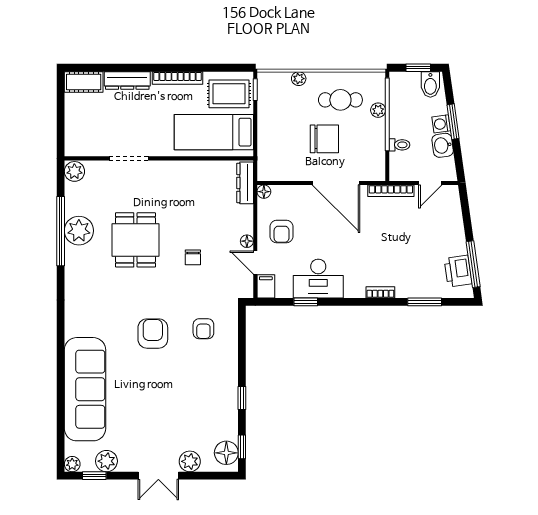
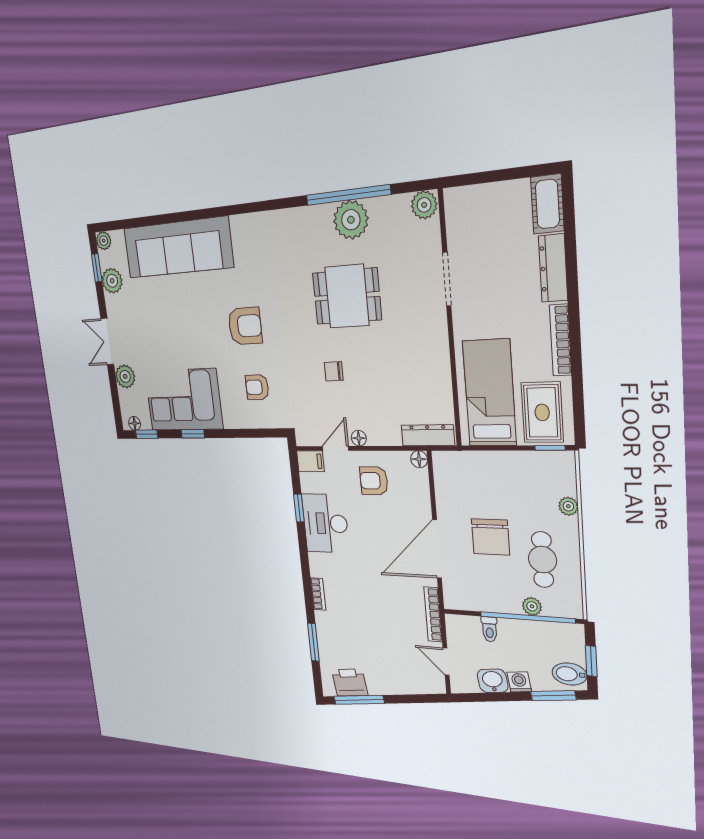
window: (453, 122) -> (553, 696), moved
corner sofa: (212, 403) -> (184, 400), added
floor lamp: (226, 453) -> (135, 423), width x0.53, depth x0.53

